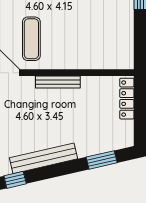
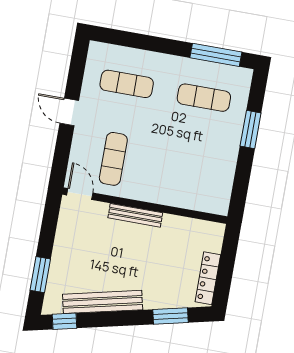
locker: (127, 99) -> (208, 278), moved

